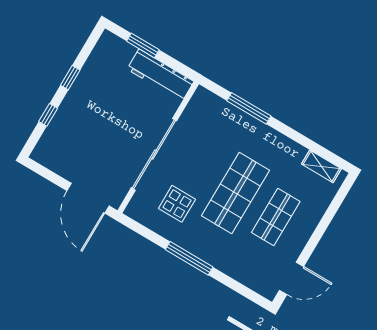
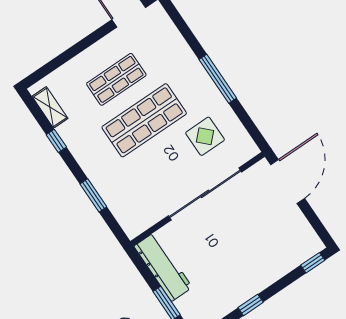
window: (249, 108) -> (93, 195), width x0.69
window: (48, 115) -> (313, 263), moved
window: (302, 140) -> (56, 141), added

